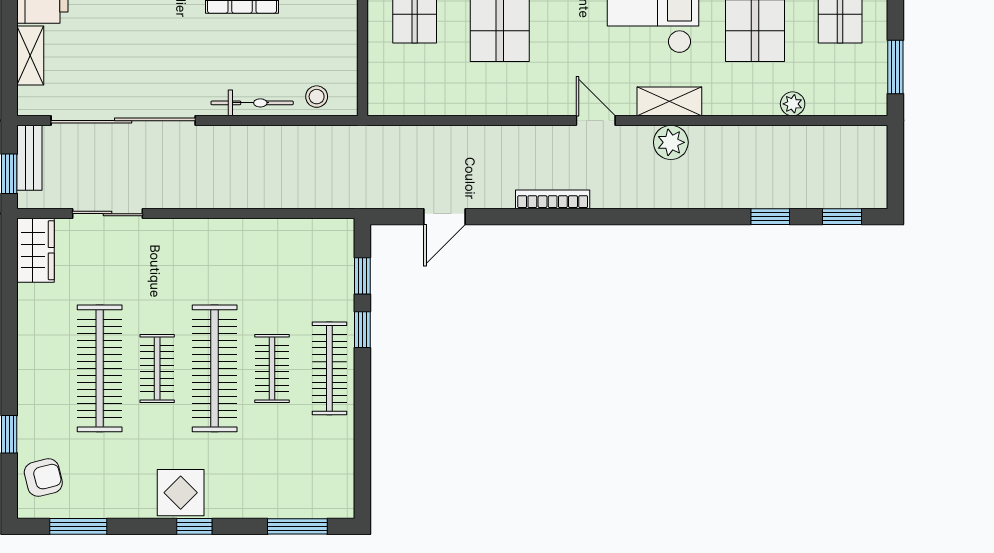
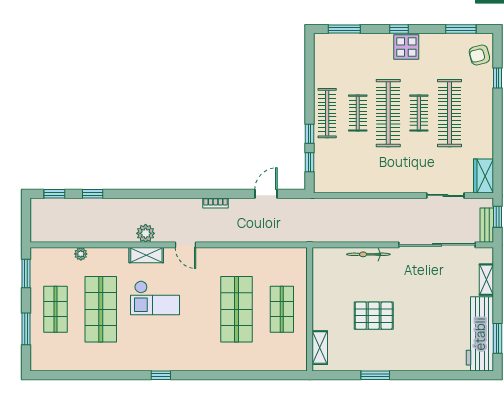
stool: (317, 97) -> (334, 258), removed
bookcase: (553, 199) -> (216, 203), width x0.64

